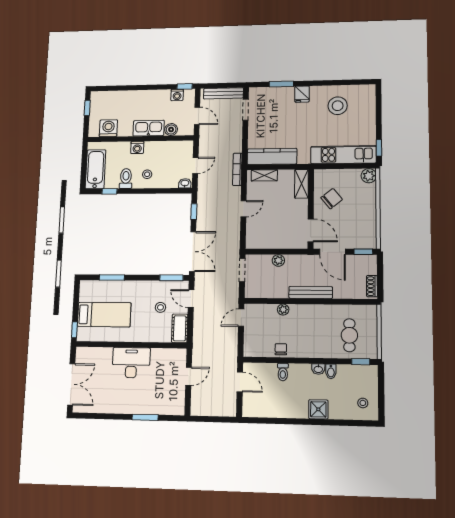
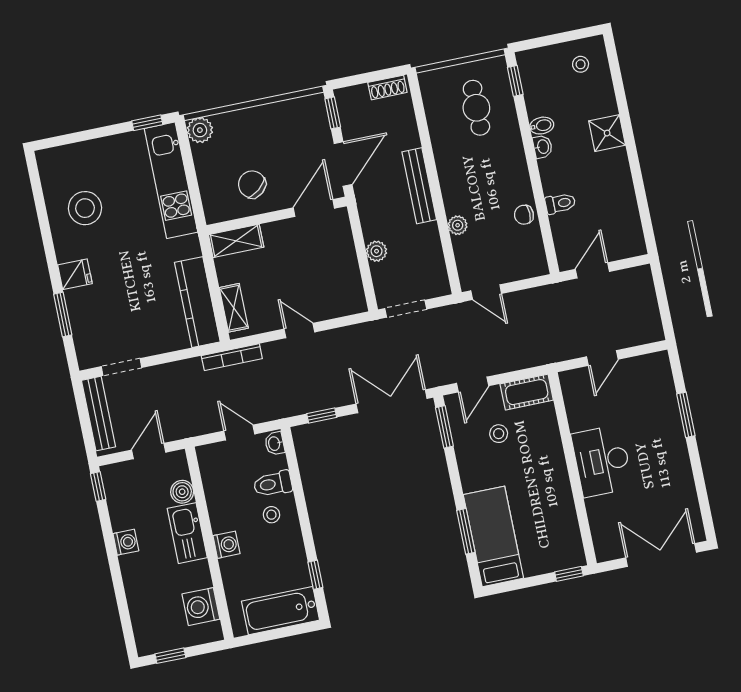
washing machine: (177, 95) -> (126, 542), moved
toilet: (126, 179) -> (273, 484), moved
bed: (104, 315) -> (493, 536), moved
cafe table: (349, 335) -> (476, 108), turned 90
door: (189, 376) -> (602, 358), swing flipped

